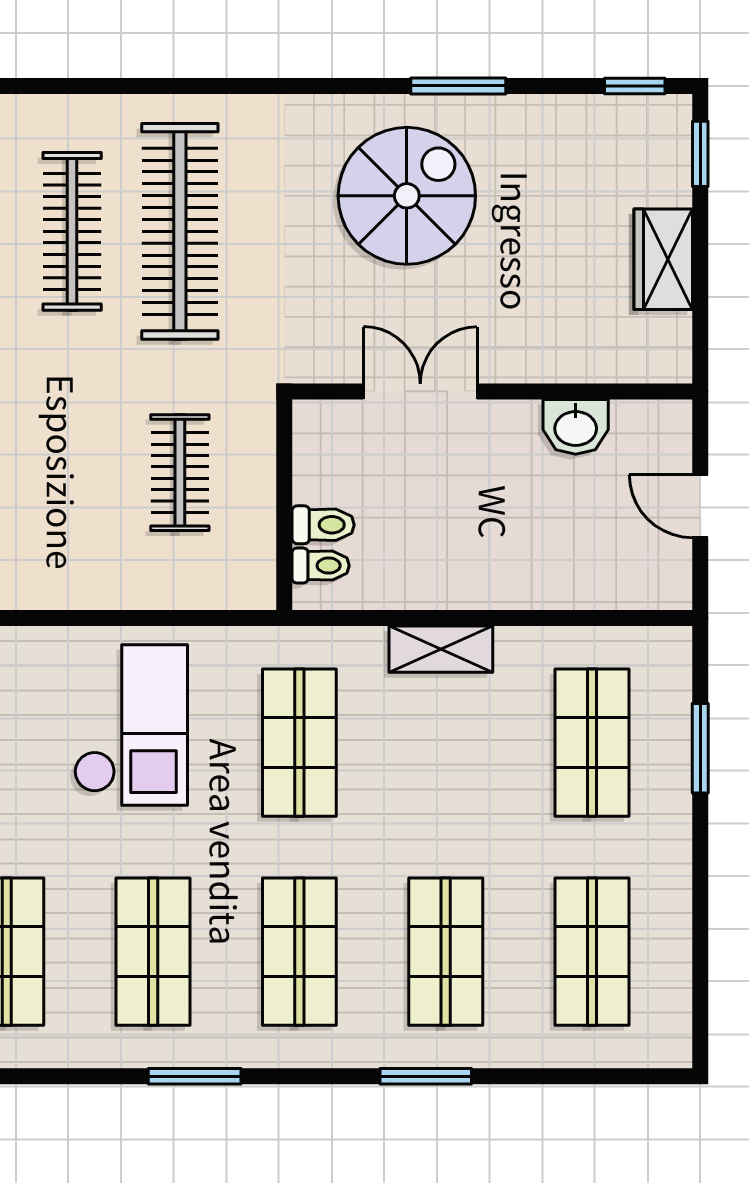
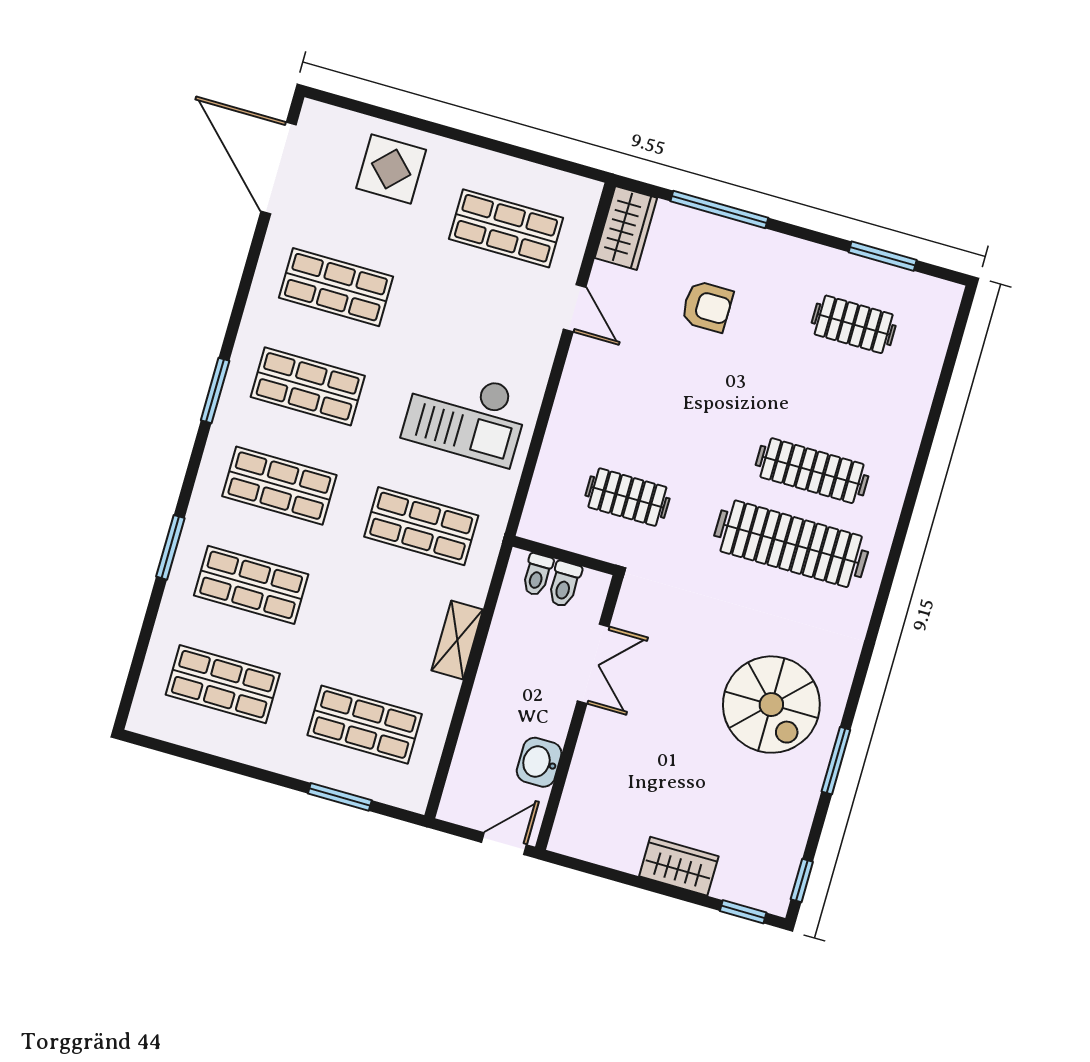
double door: (420, 391) -> (593, 664), moved
wall: (492, 391) -> (579, 712), moved
washbasin: (576, 427) -> (539, 762), moved

